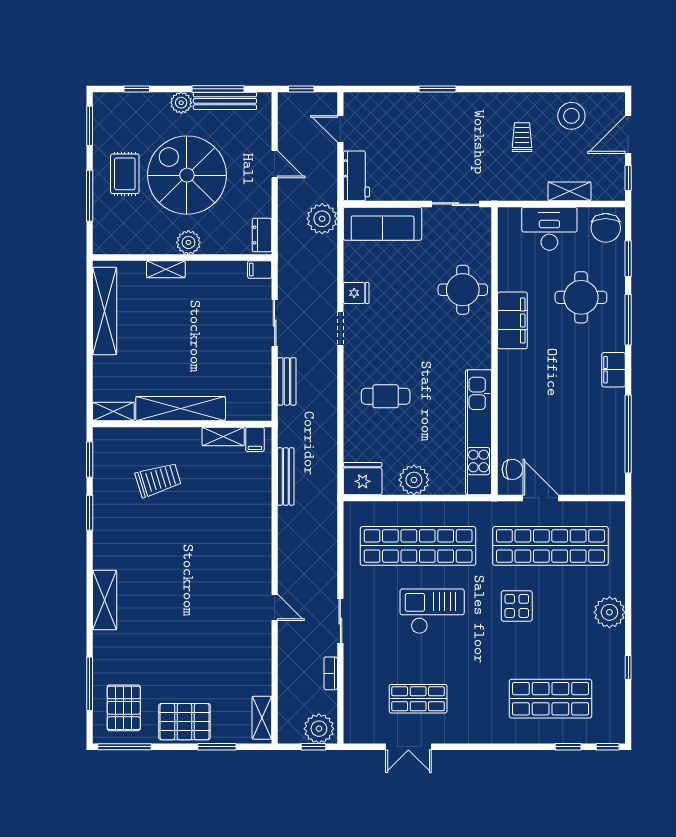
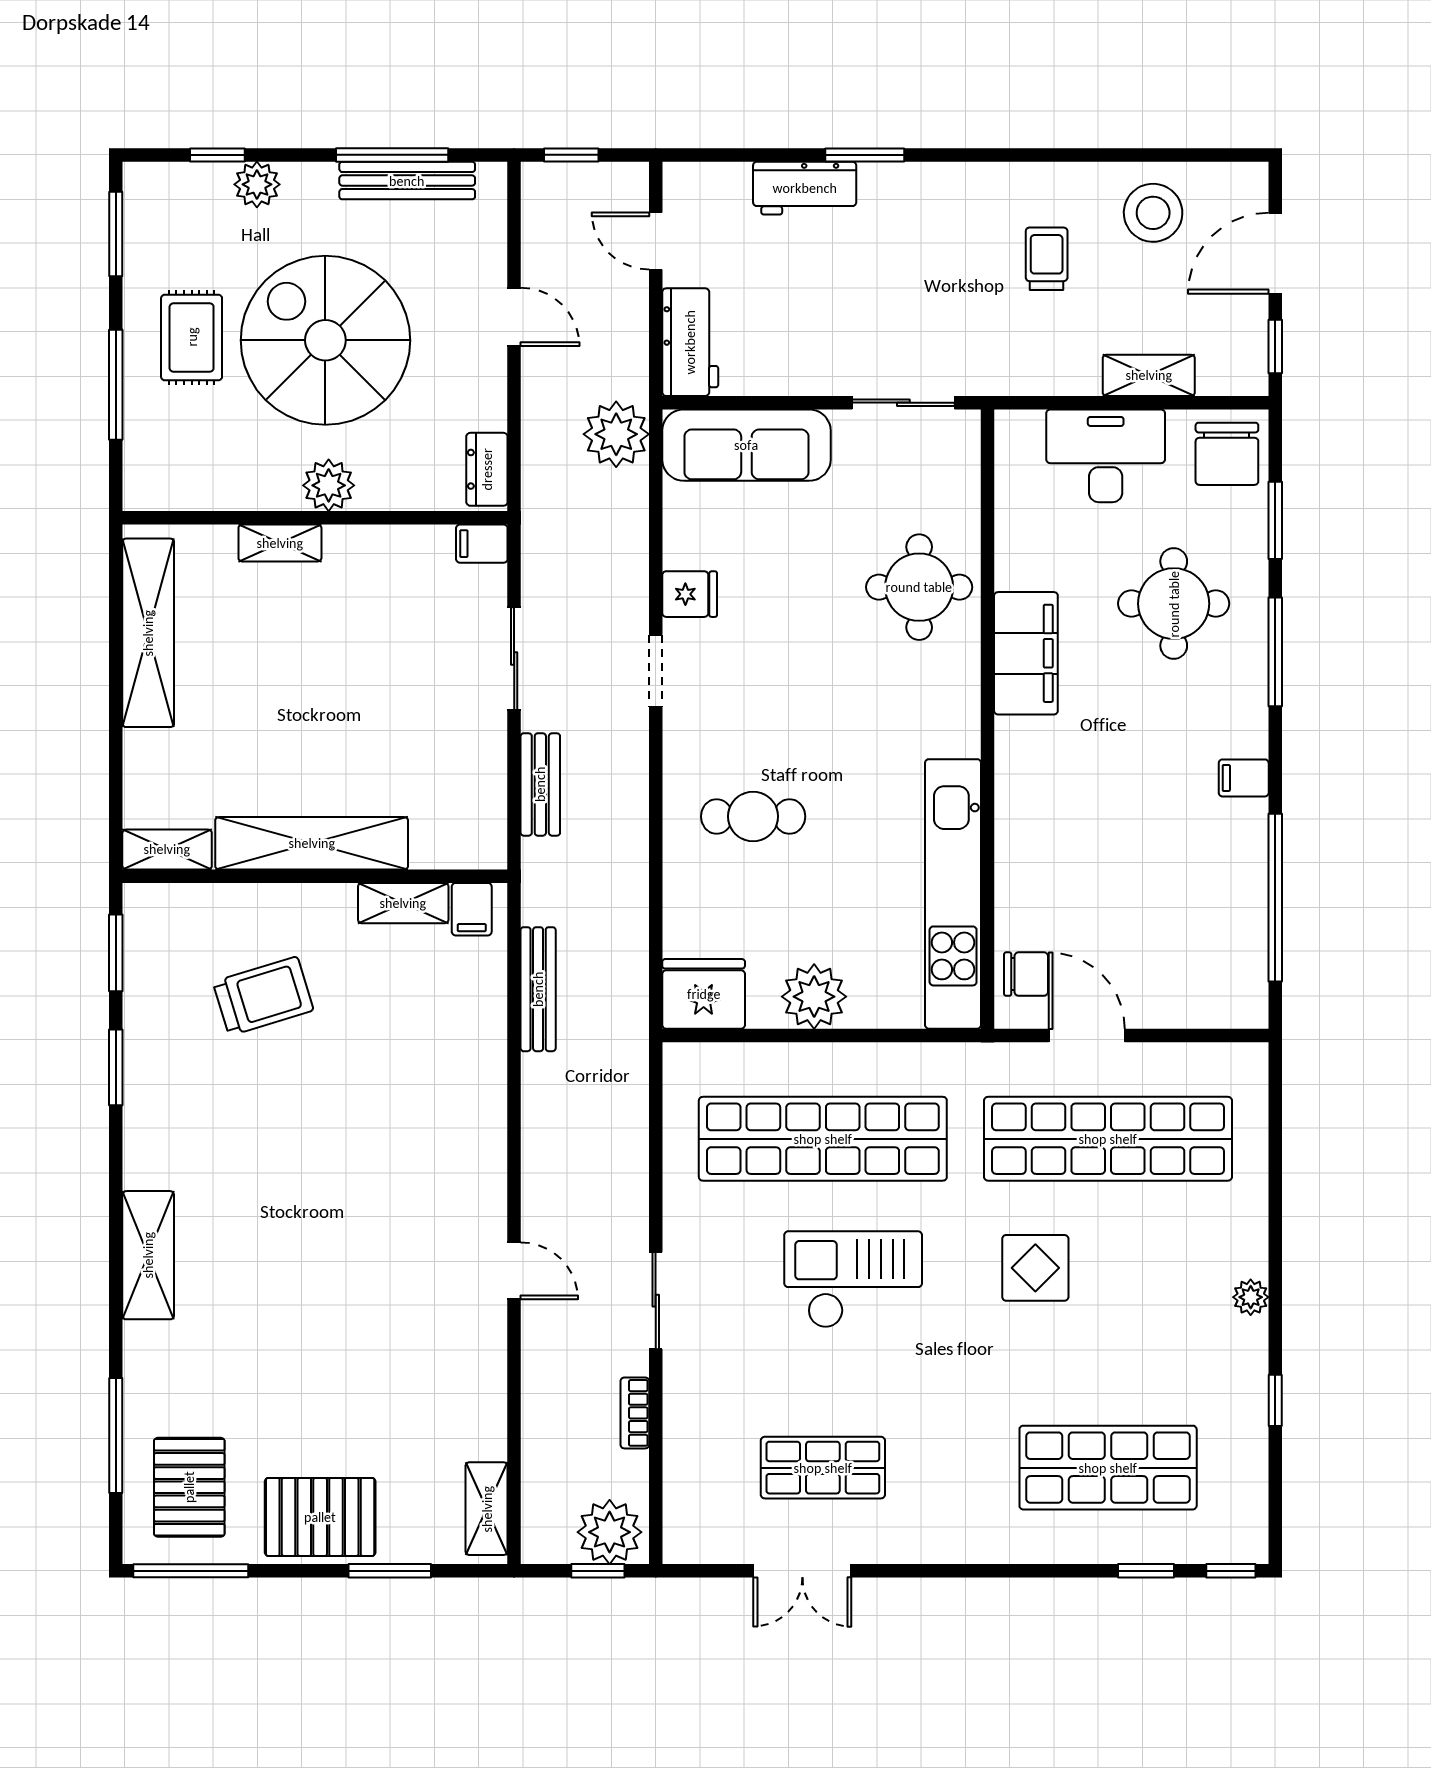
plant: (181, 103) -> (257, 184), moved
workbench: (410, 104) -> (805, 188), added
filing cabinet: (614, 370) -> (1244, 778), width x0.50
plant: (609, 612) -> (1251, 1297), width x0.53, depth x0.53

